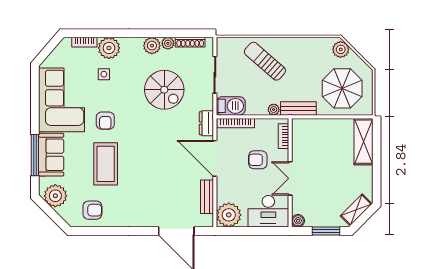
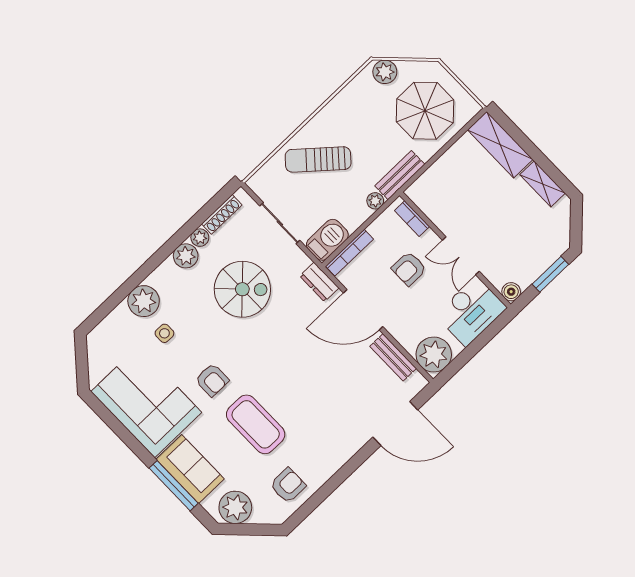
bookcase: (84, 42) -> (112, 319), removed
shelving: (356, 210) -> (543, 184), moved, turned -45

